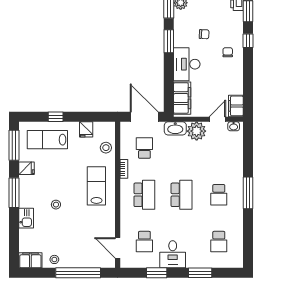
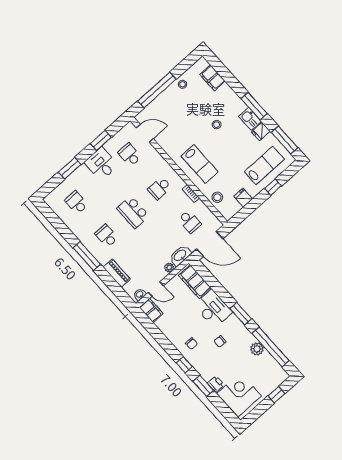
door: (217, 119) -> (156, 289), hinge flipped
plant: (197, 131) -> (169, 268), width x0.53, depth x0.53
piano: (237, 159) -> (117, 273), added
school desk: (144, 195) -> (160, 188), width x0.54
kitchen sink: (26, 218) -> (250, 119), moved
filing cabinet: (30, 260) -> (212, 78), moved, turned 90

